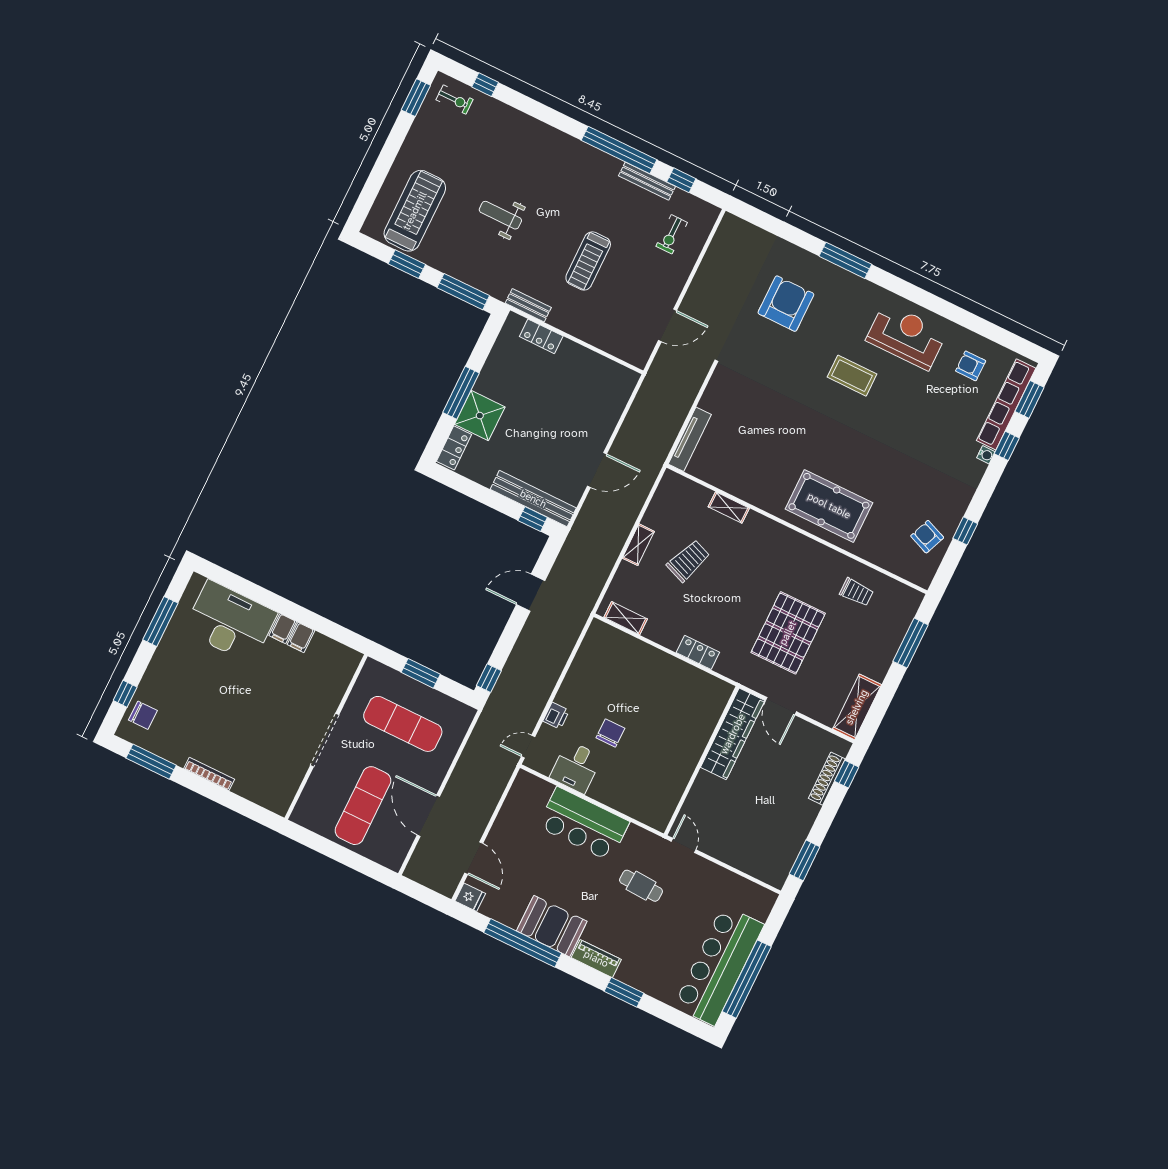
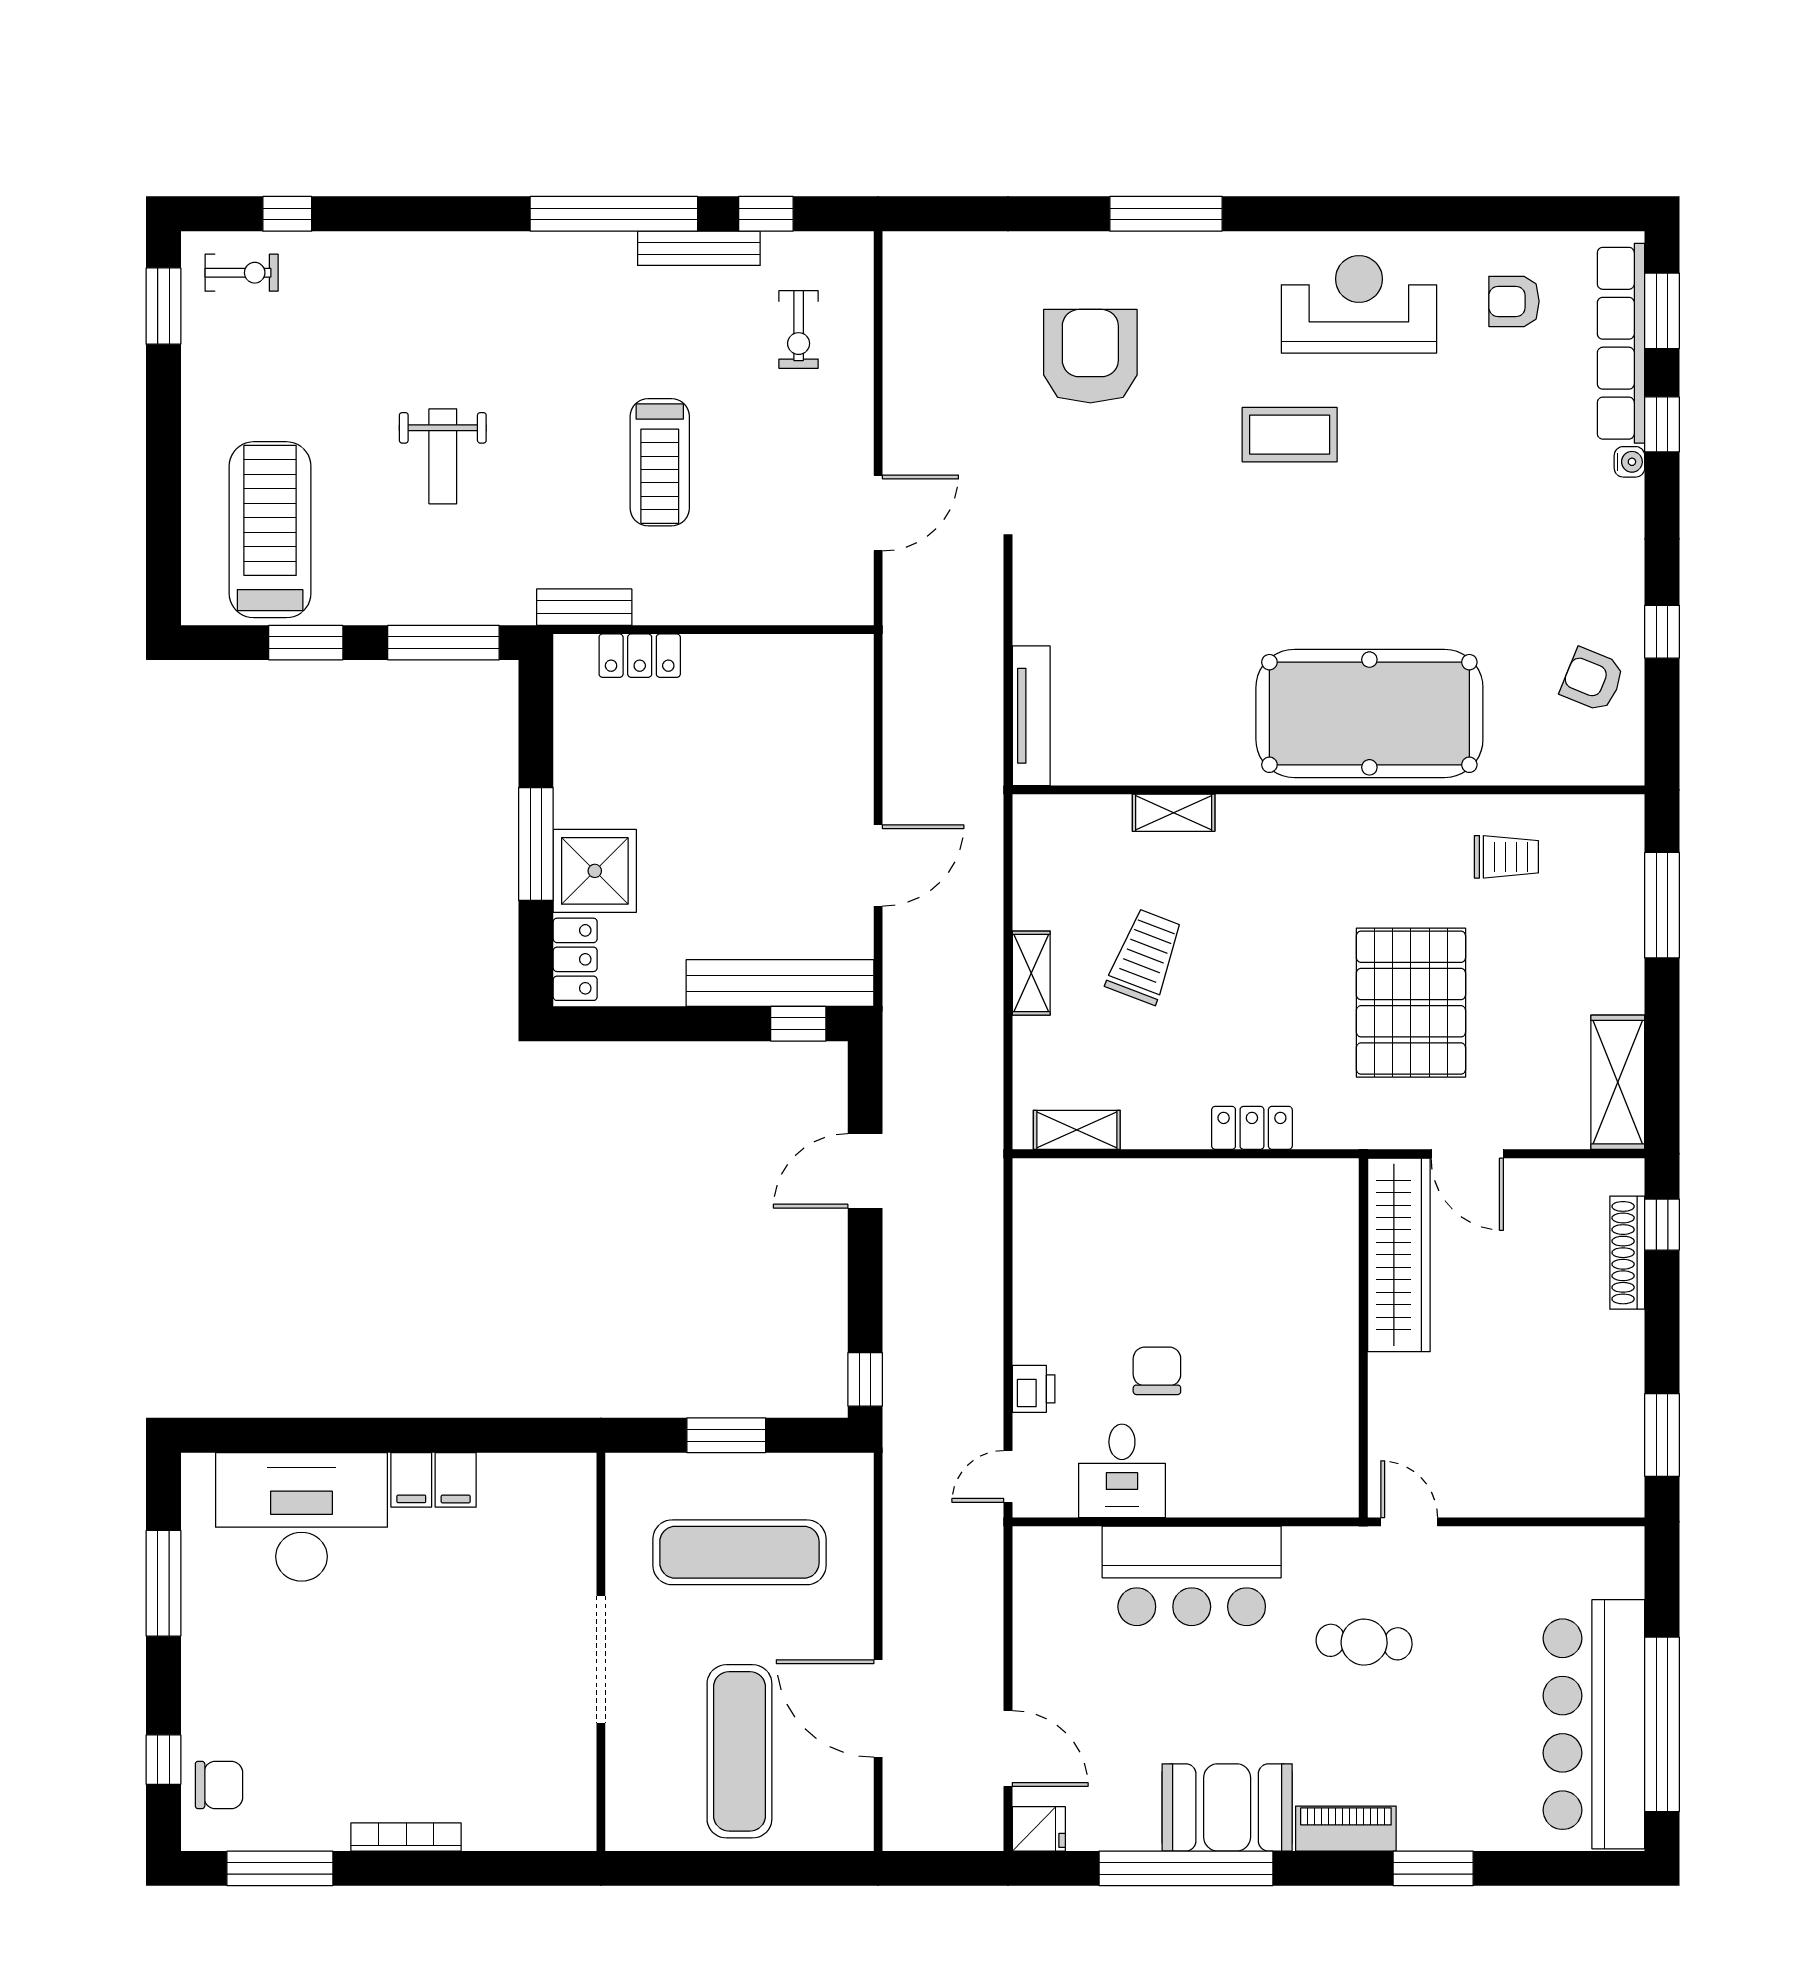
weight bench: (500, 215) -> (443, 456), turned -90
pool table: (829, 506) -> (1369, 713), width x1.36, depth x1.32

